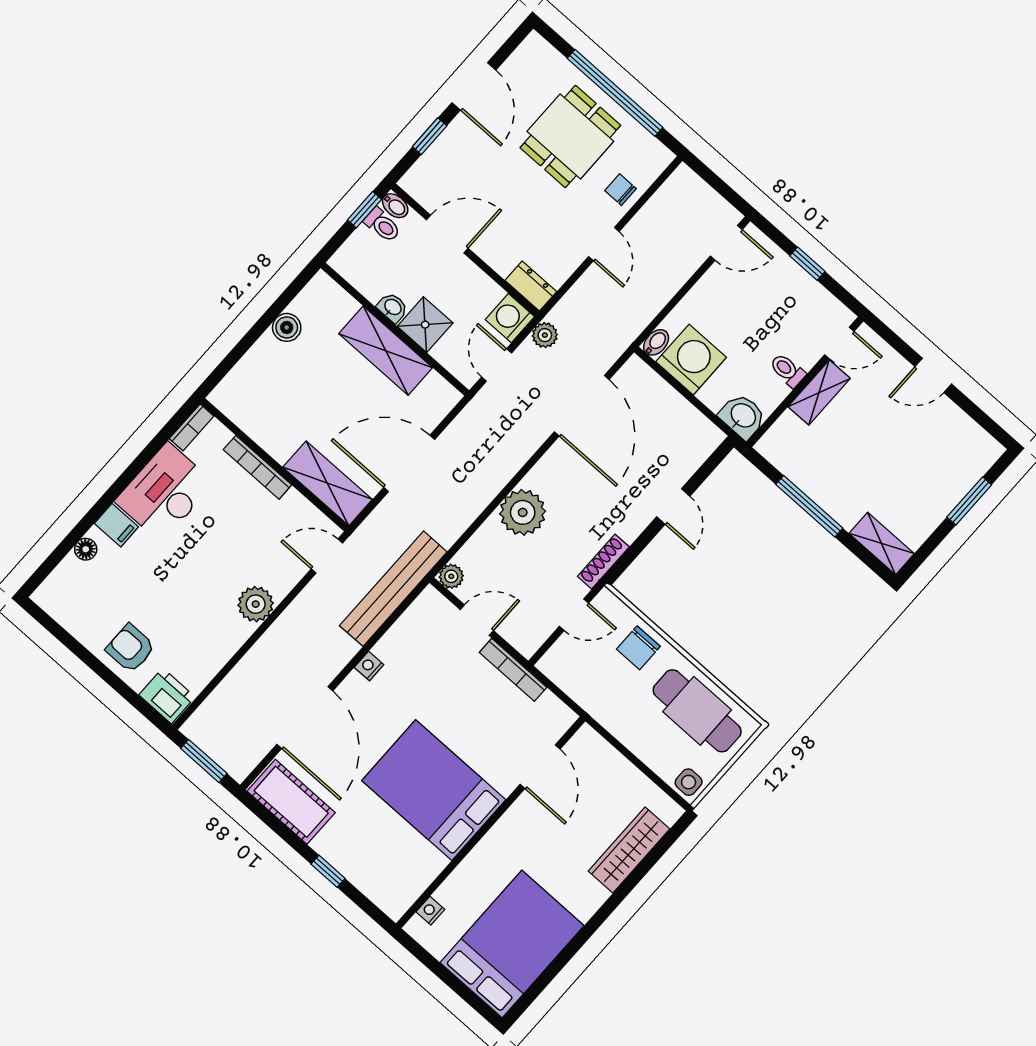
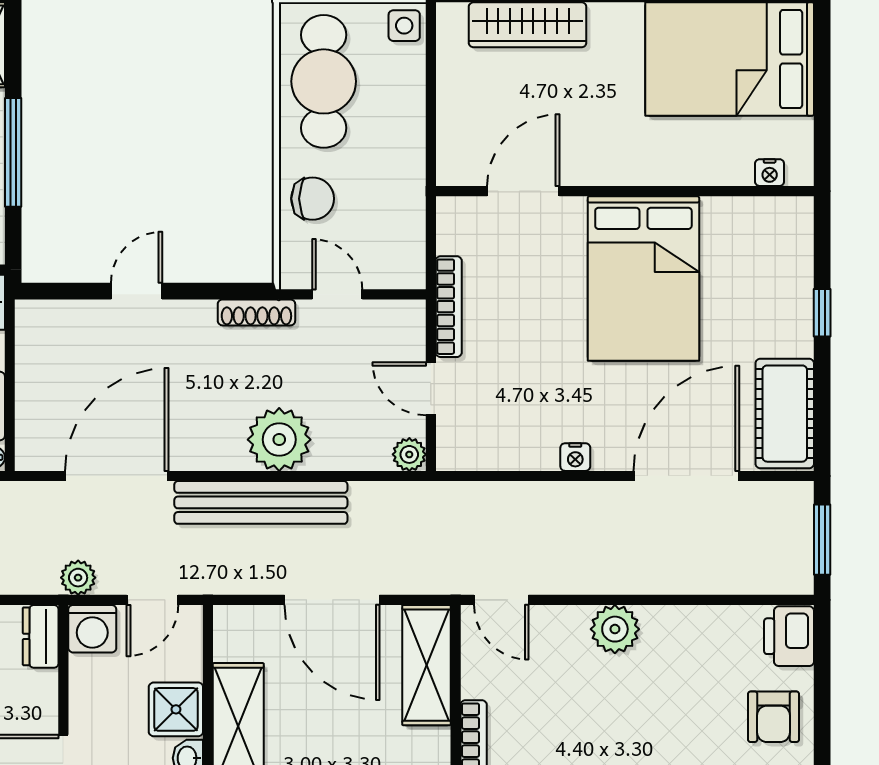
bench: (393, 589) -> (261, 502), moved

